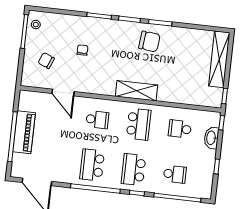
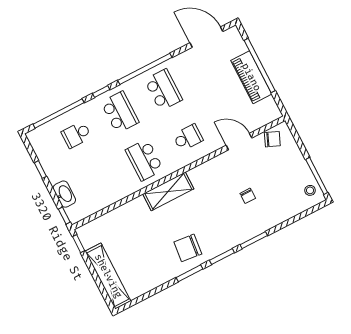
chair: (46, 61) -> (272, 139), moved
school desk: (97, 120) -> (188, 137), turned 180
school desk: (180, 129) -> (101, 182), removed

